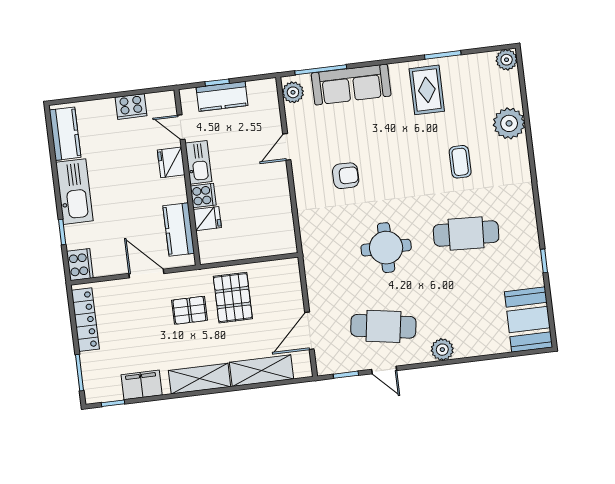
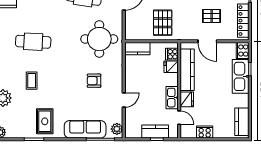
kitchen sink: (74, 192) -> (241, 76), moved
cooker: (203, 196) -> (172, 54), moved
kitchen counter: (179, 229) -> (187, 70), width x1.50
kitchen counter: (273, 244) -> (137, 49), added
round table: (386, 248) -> (99, 39), moved, width x1.36, depth x1.36
pallet: (189, 310) -> (212, 16), moved

